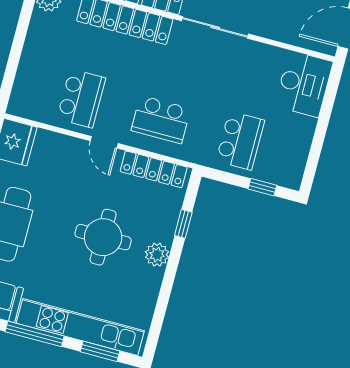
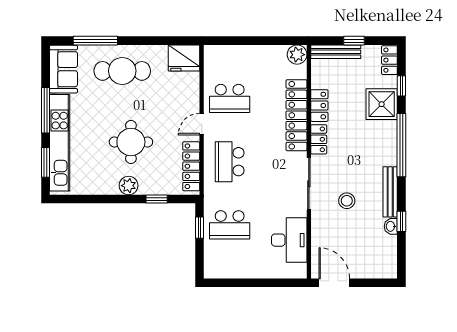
desk: (304, 84) -> (289, 240), moved, turned -90
window: (262, 187) -> (199, 228), moved

